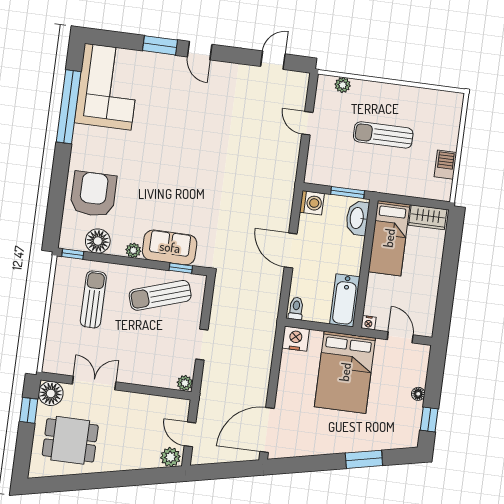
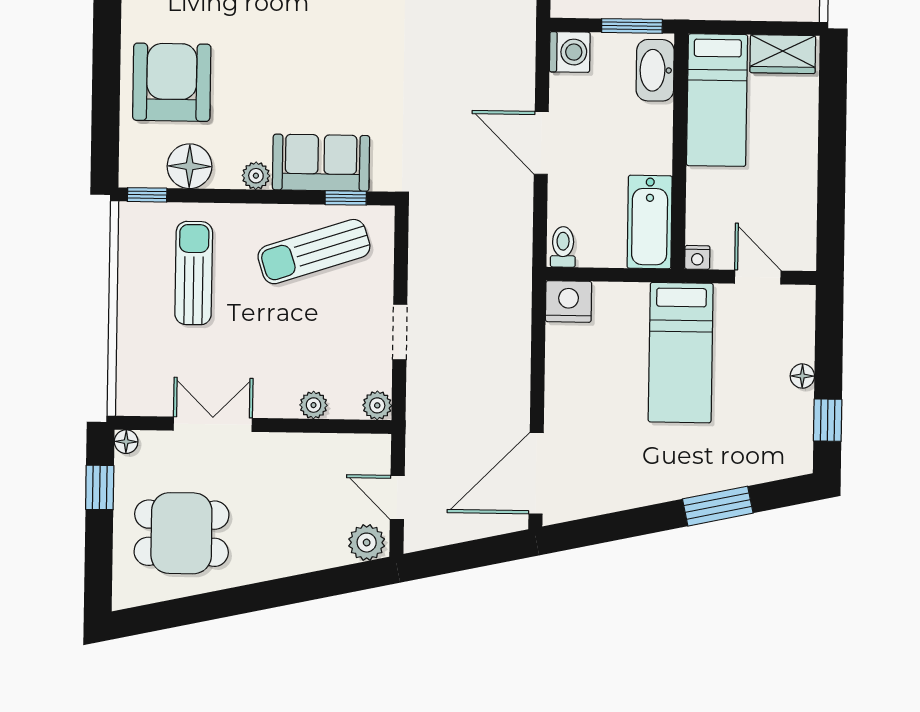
bed: (345, 372) -> (681, 353), width x0.67
plant: (150, 379) -> (313, 405), added
floor lamp: (51, 393) -> (126, 442), width x0.53, depth x0.53

